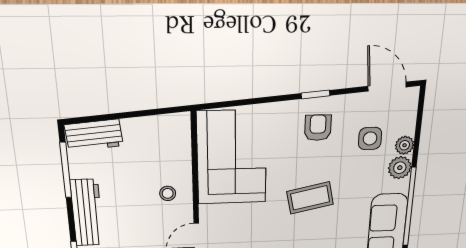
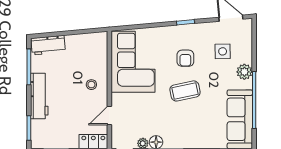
armchair: (318, 128) -> (185, 58), moved, turned 180
plant: (405, 145) -> (246, 56), removed

